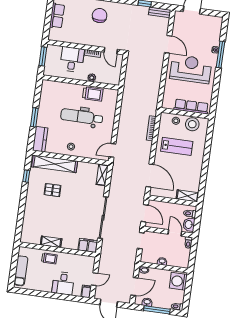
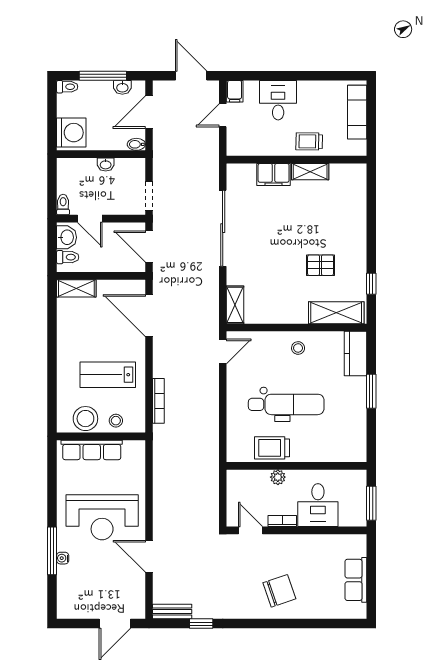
chair: (100, 16) -> (279, 591), turned -109
shelving: (55, 164) -> (336, 313), width x0.68
filing cabinet: (88, 245) -> (274, 174), moved

